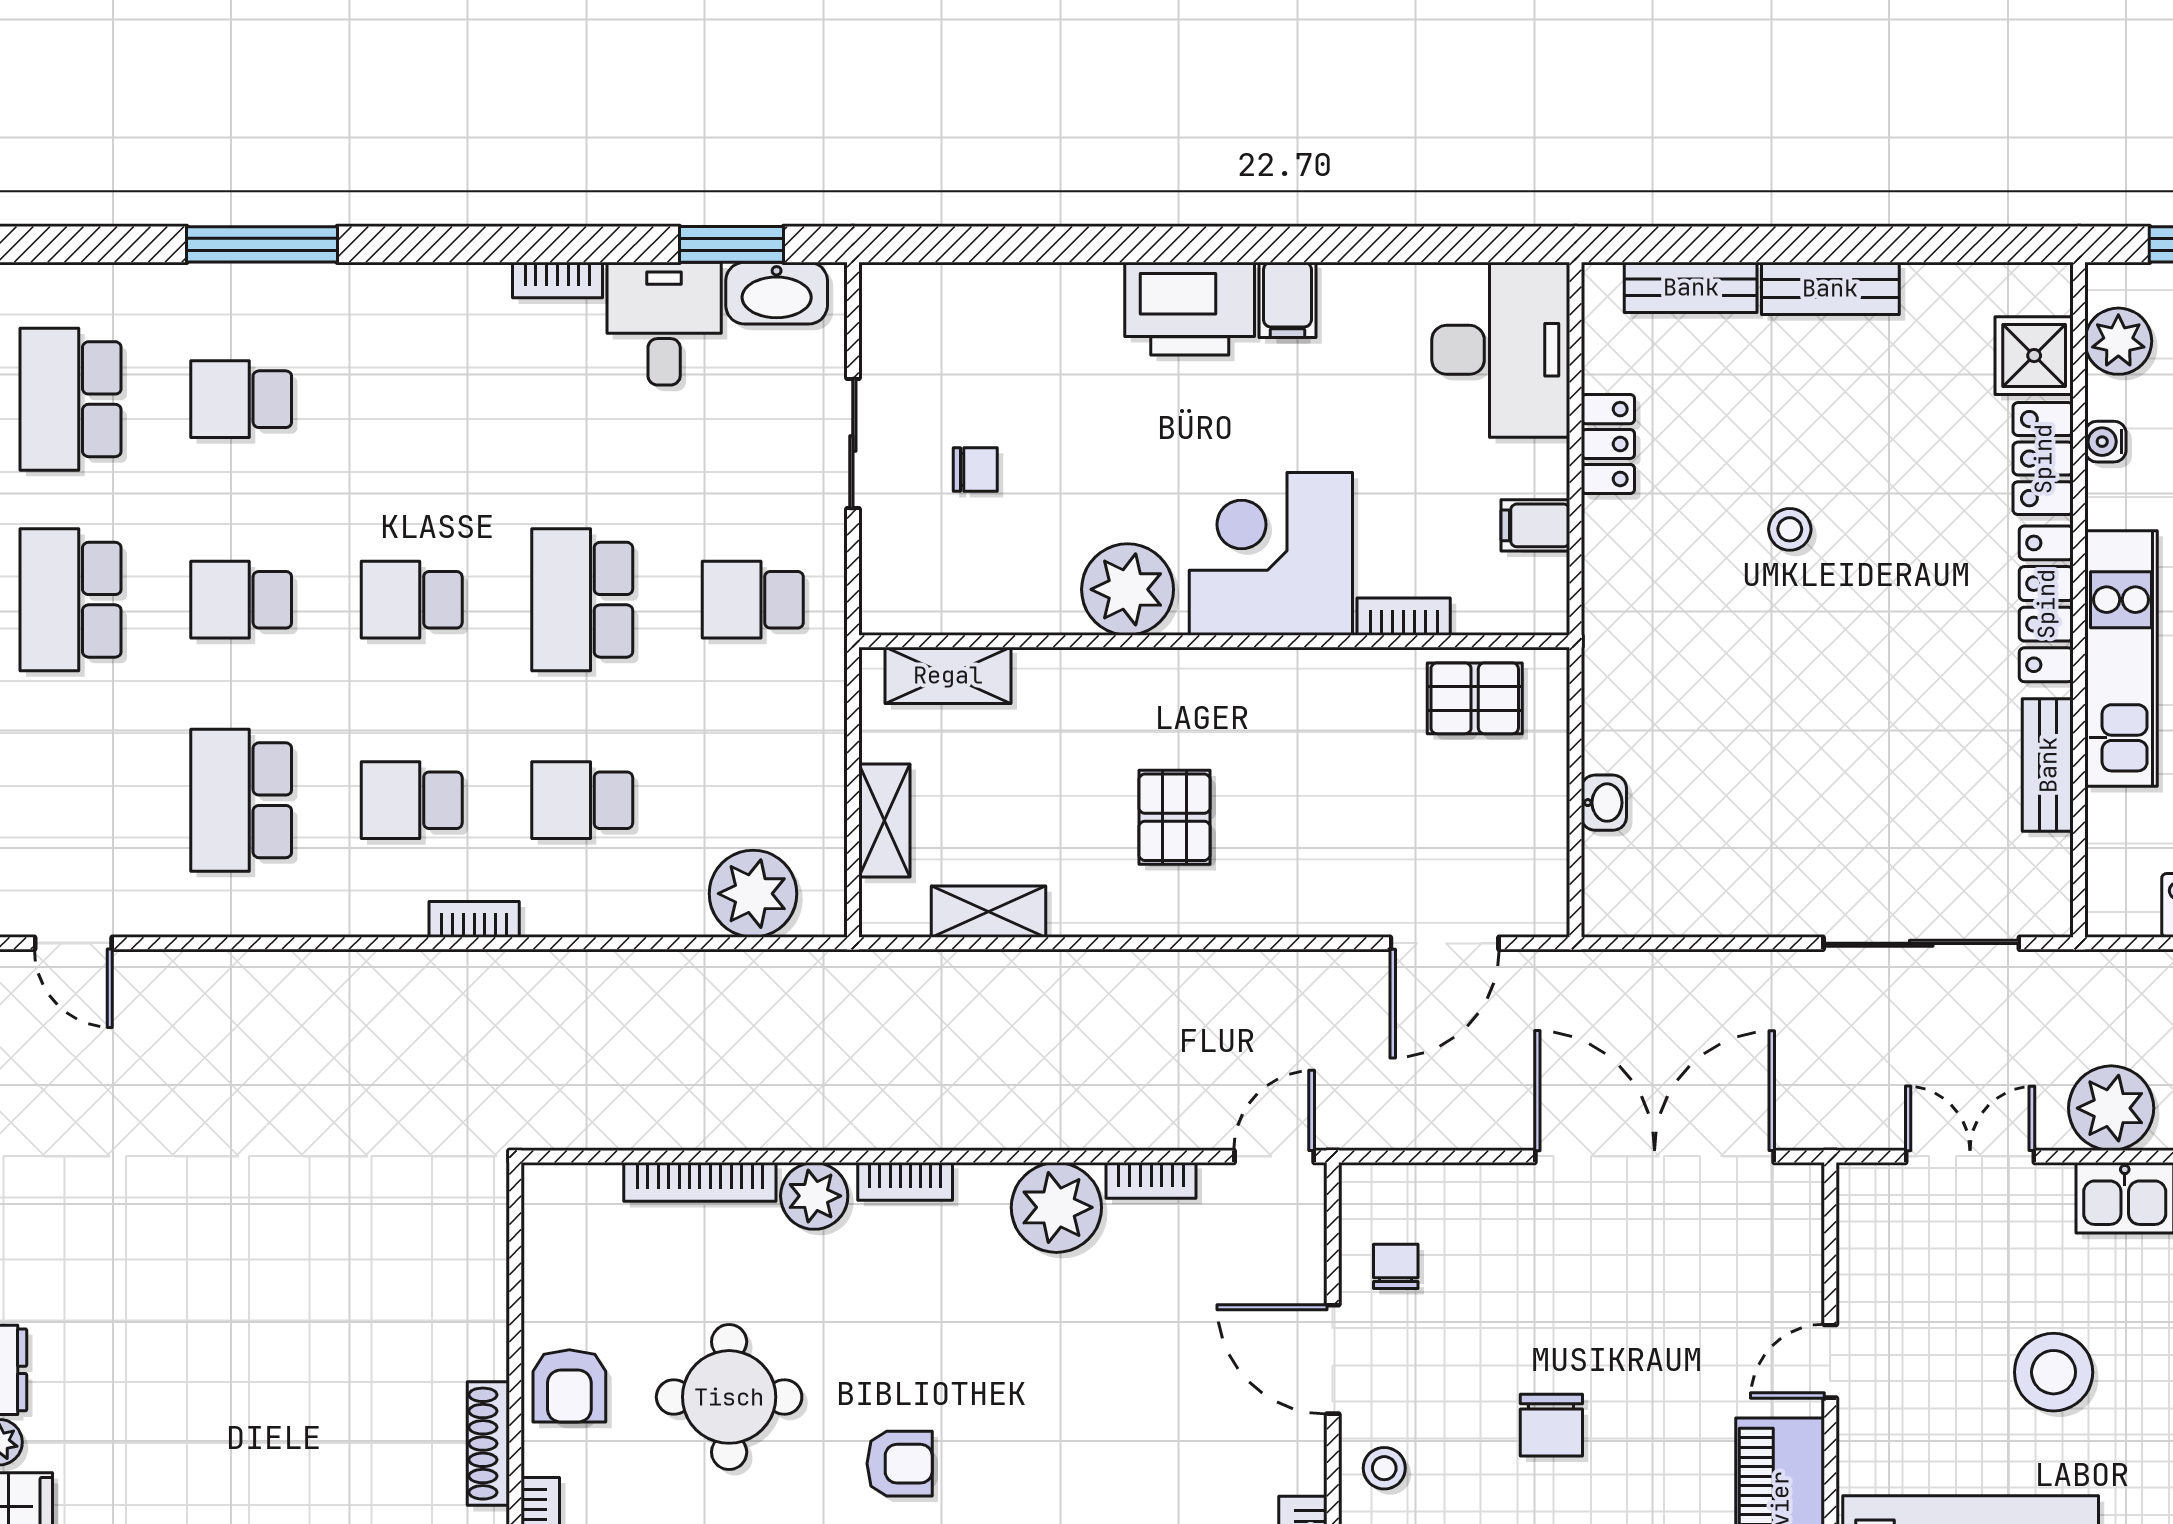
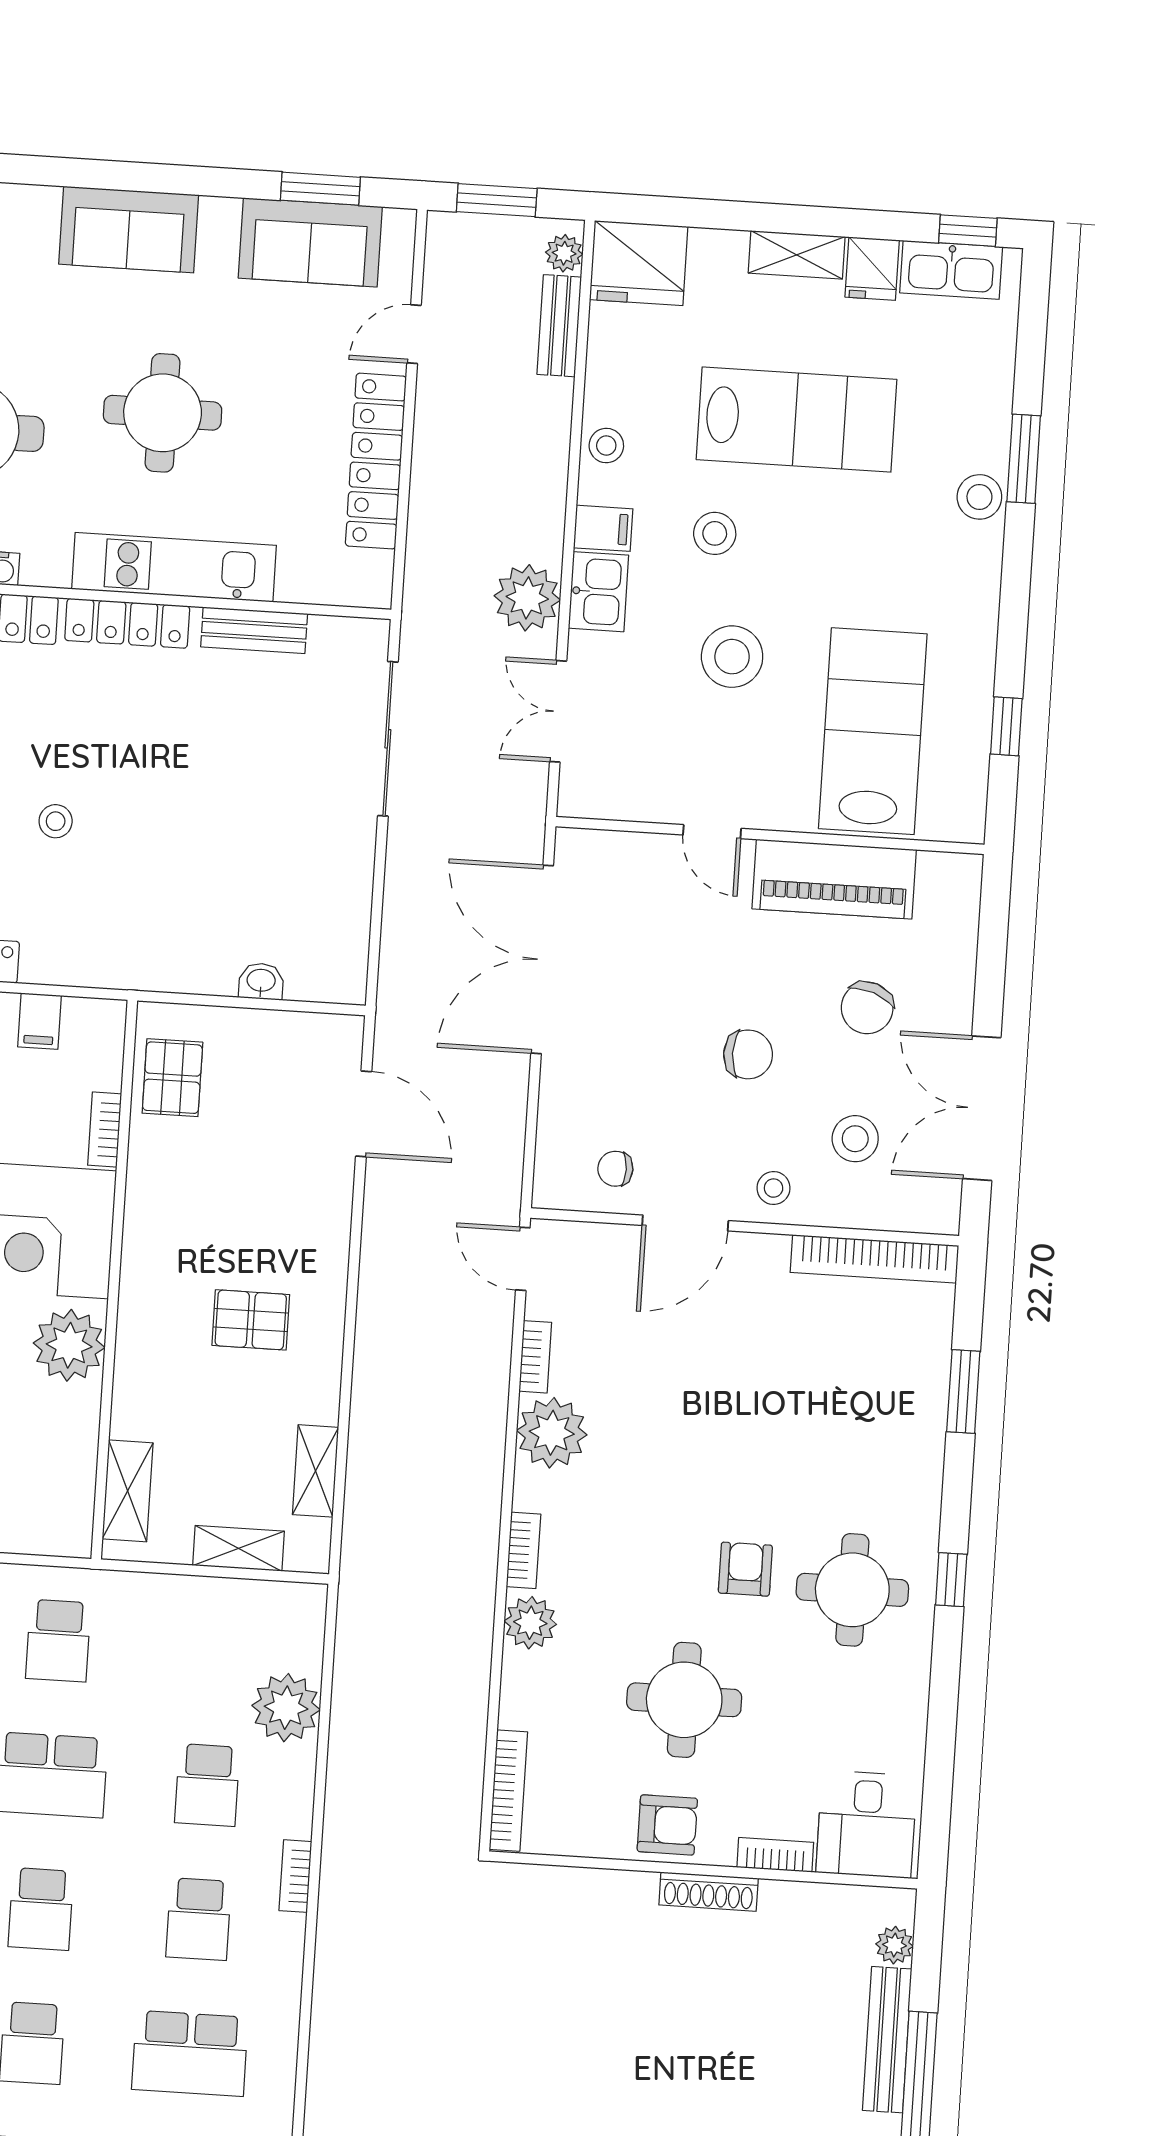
plant: (753, 894) -> (286, 1708), moved
bookcase: (700, 1182) -> (508, 1791), moved

